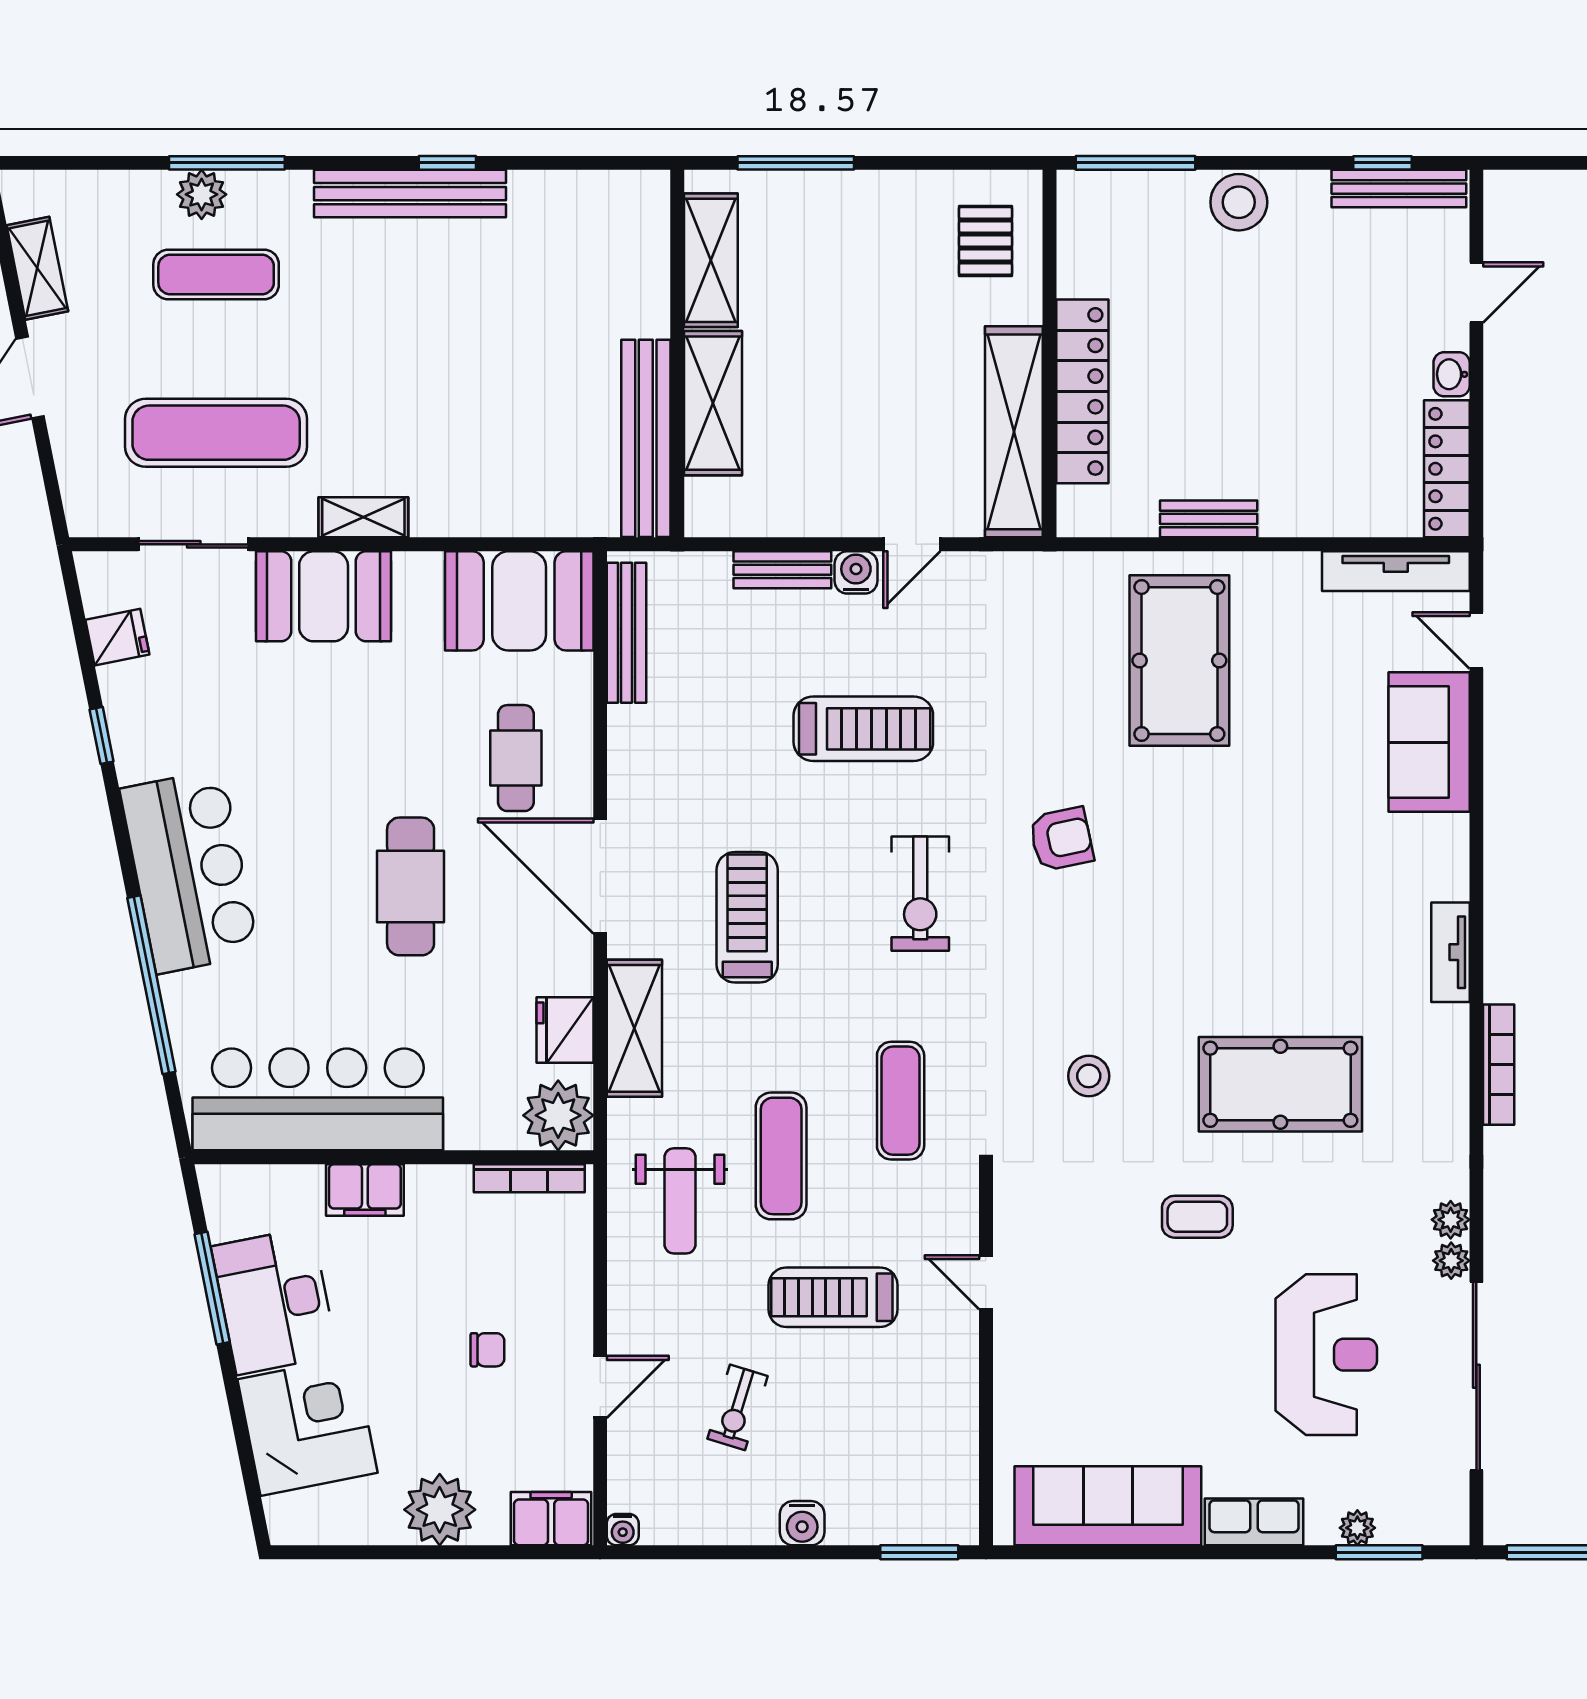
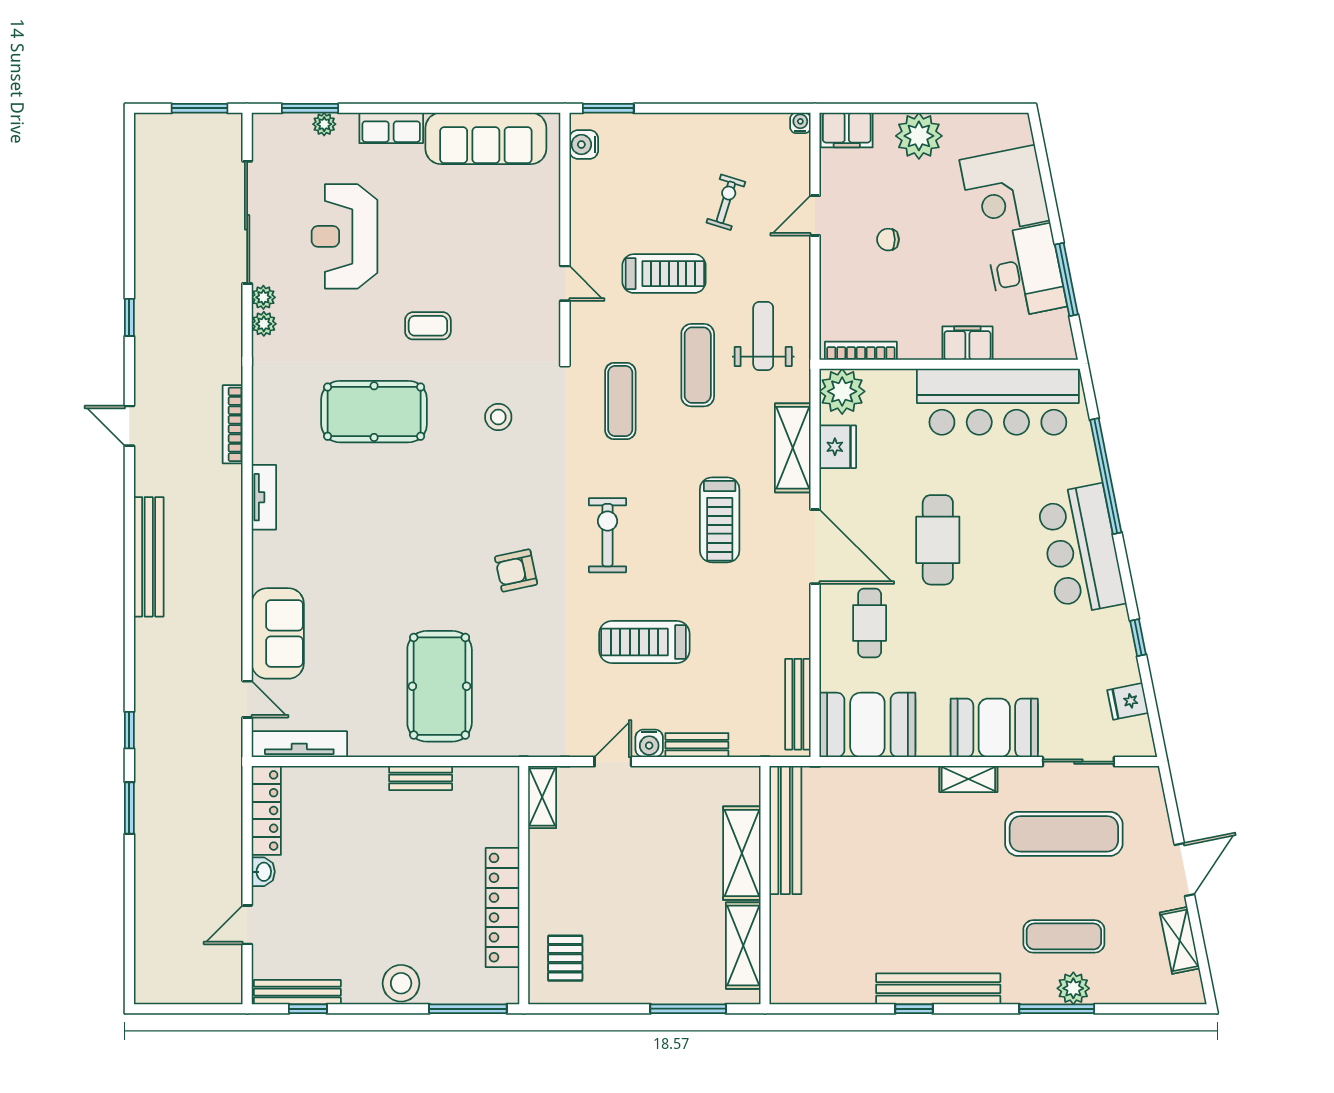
locker: (1082, 391) -> (502, 908), moved
shelving: (1014, 432) -> (542, 797), width x0.45, depth x0.75
water cooler: (802, 1523) -> (584, 145), moved, turned -90

